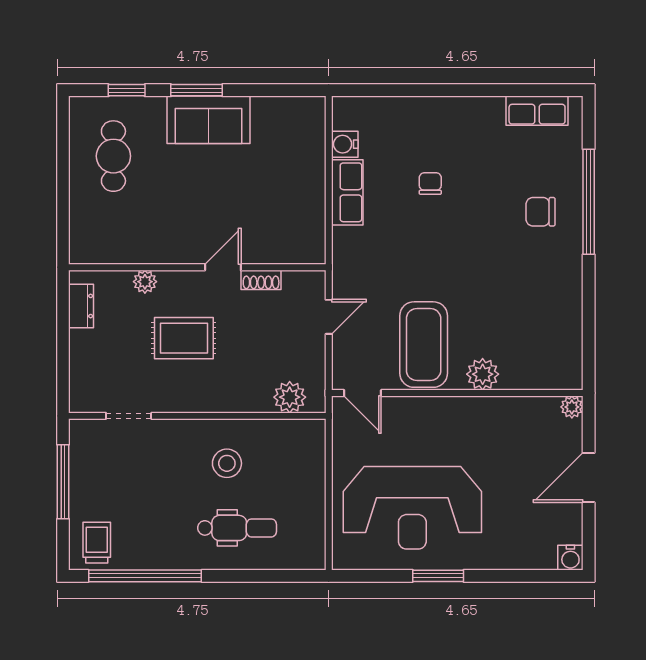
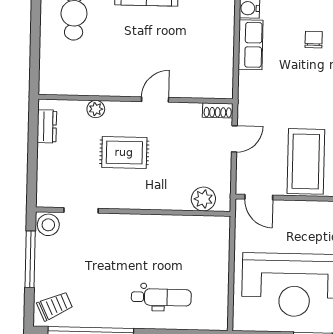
shoe rack: (261, 280) -> (218, 110), moved
stool: (227, 463) -> (48, 225), moved
trolley: (97, 543) -> (55, 306), turned 65

